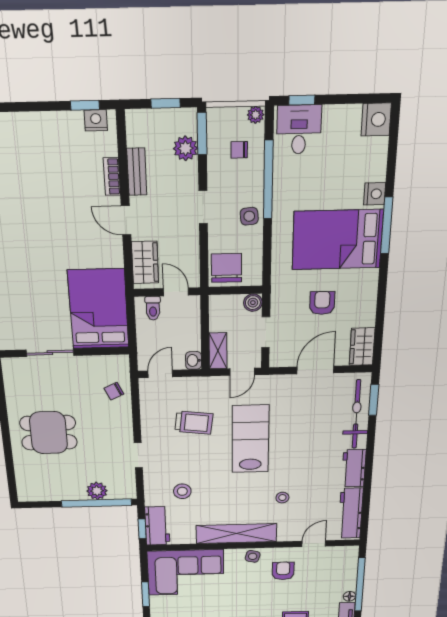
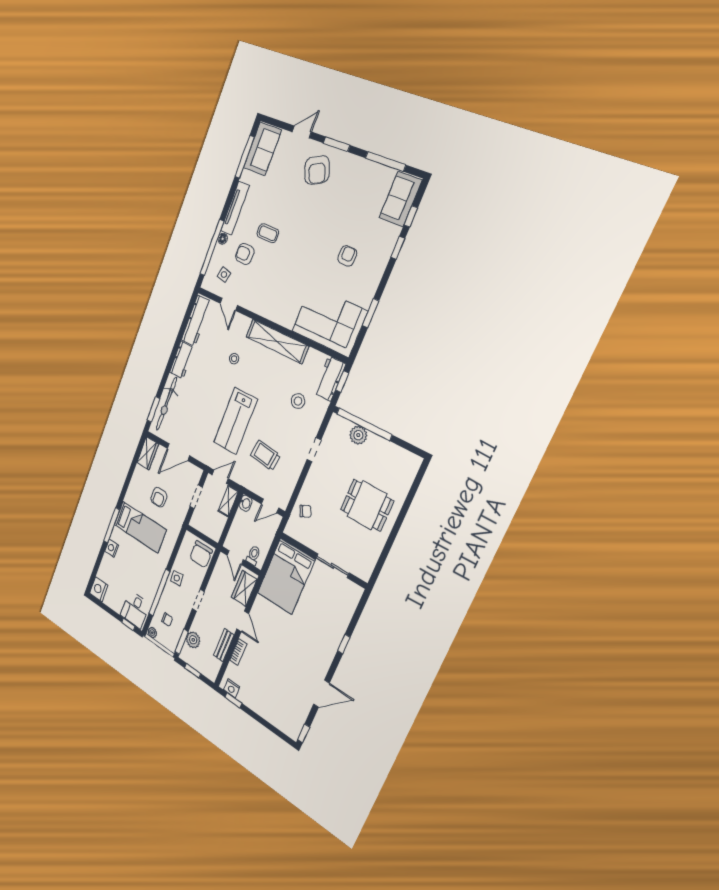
bed: (337, 240) -> (140, 527), width x0.67
boiler: (253, 303) -> (196, 522), removed
door: (314, 544) -> (229, 304), hinge flipped
side table: (253, 556) -> (224, 275), moved
armchair: (283, 571) -> (245, 254), moved, turned 90

